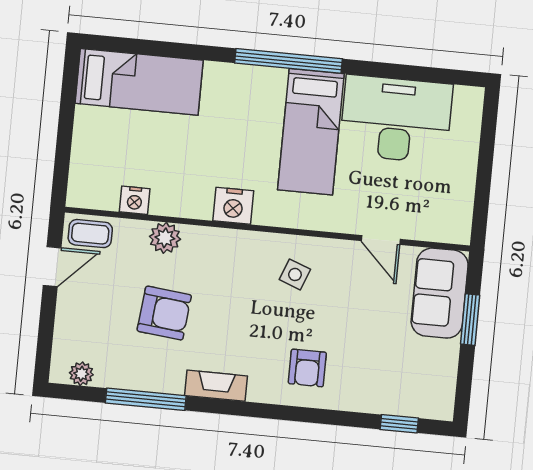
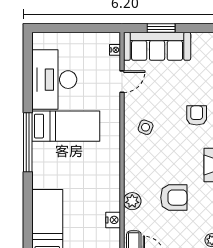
nightstand: (233, 206) -> (115, 50), moved, width x0.53, depth x0.56
sofa: (440, 293) -> (157, 46), width x1.36
armchair: (164, 313) -> (174, 198), turned 84
armchair: (307, 368) -> (197, 115), turned -90

